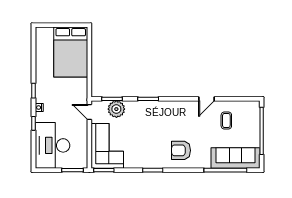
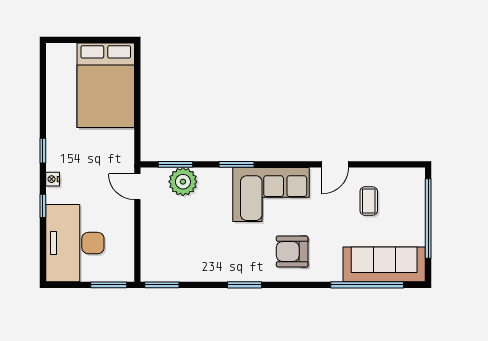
corner sofa: (107, 146) -> (271, 195), moved, turned 90

